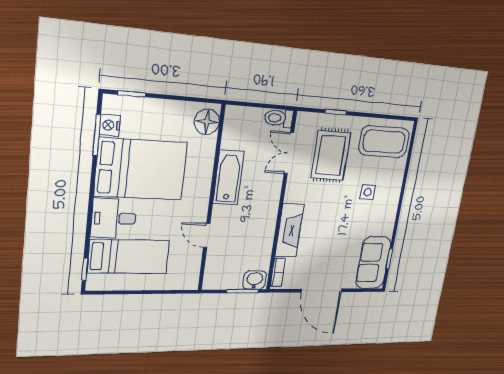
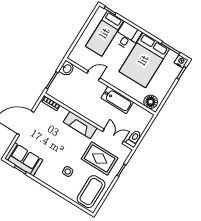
nightstand: (110, 125) -> (181, 61), moved
fireplace: (289, 231) -> (80, 125), moved
washbasin: (255, 280) -> (67, 69), moved

